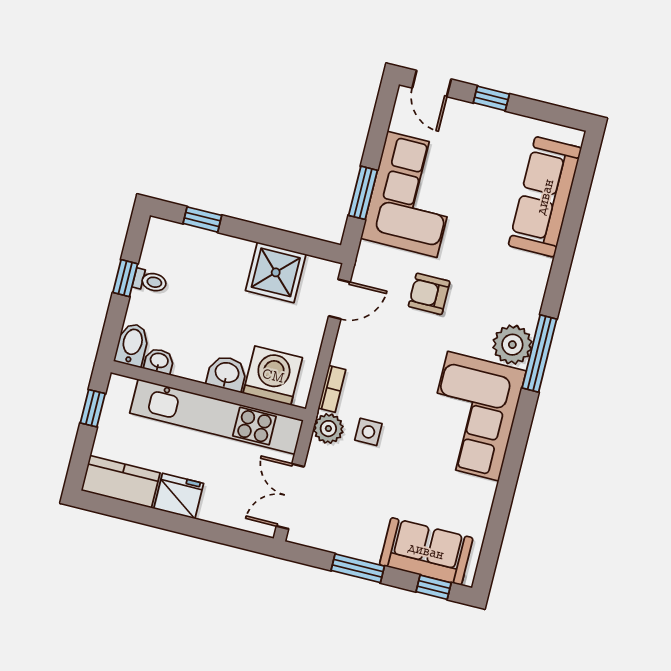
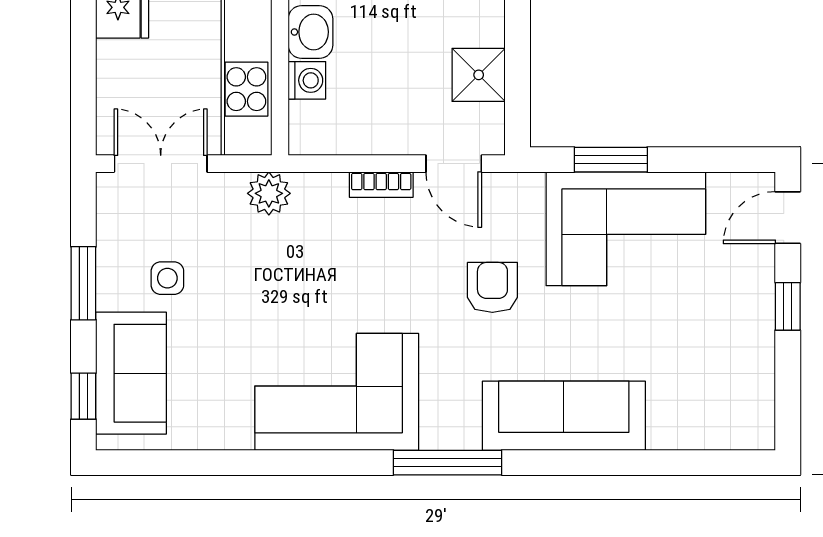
sofa: (545, 197) -> (564, 416), moved
shower: (276, 272) -> (479, 75), width x0.73, depth x0.73
plant: (512, 345) -> (451, 422), removed
washing machine: (273, 376) -> (307, 80), width x0.53, depth x0.53
bookcase: (332, 389) -> (381, 185), moved
side table: (368, 432) -> (167, 278), moved

